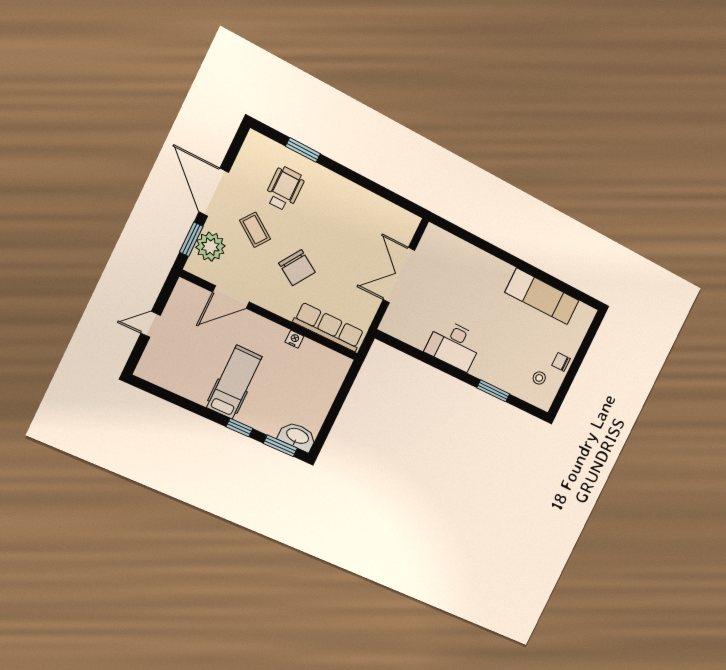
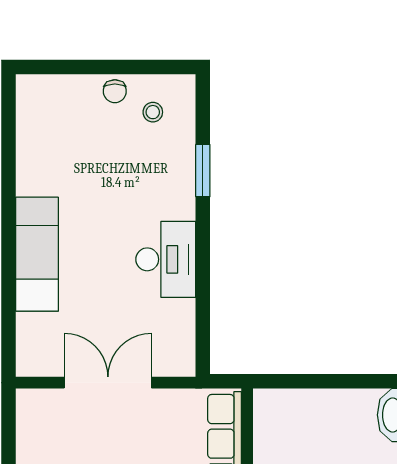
double door: (399, 275) -> (108, 383), swing flipped
exam couch: (542, 296) -> (37, 254), moved

